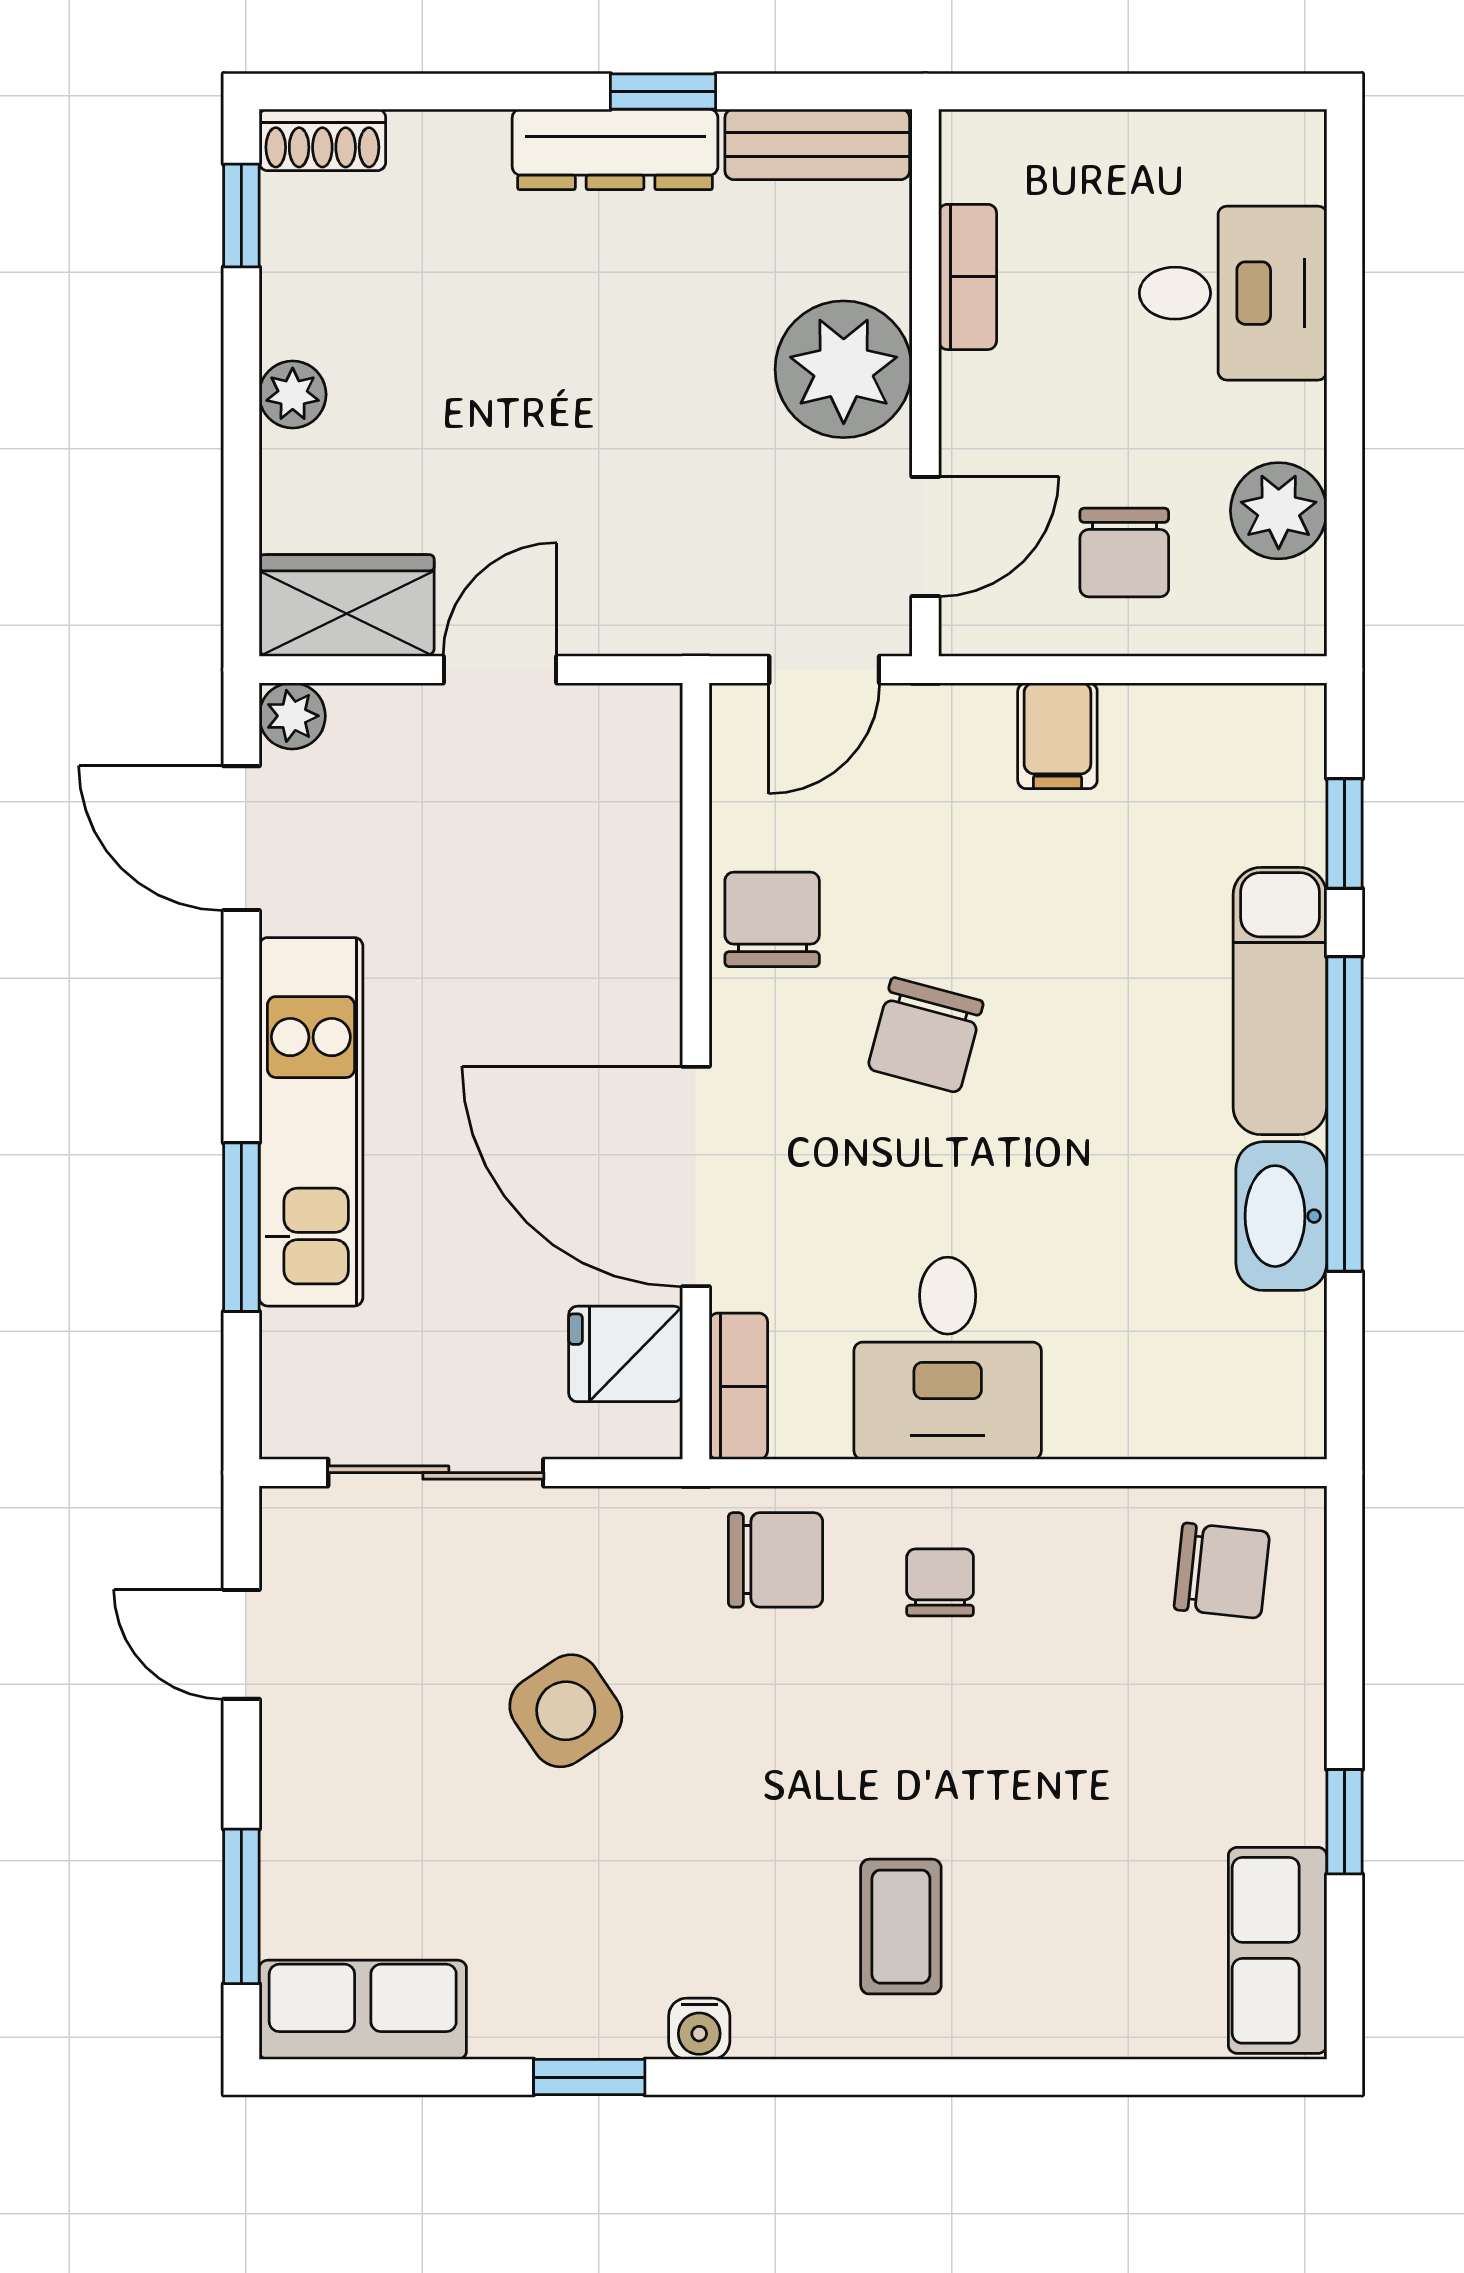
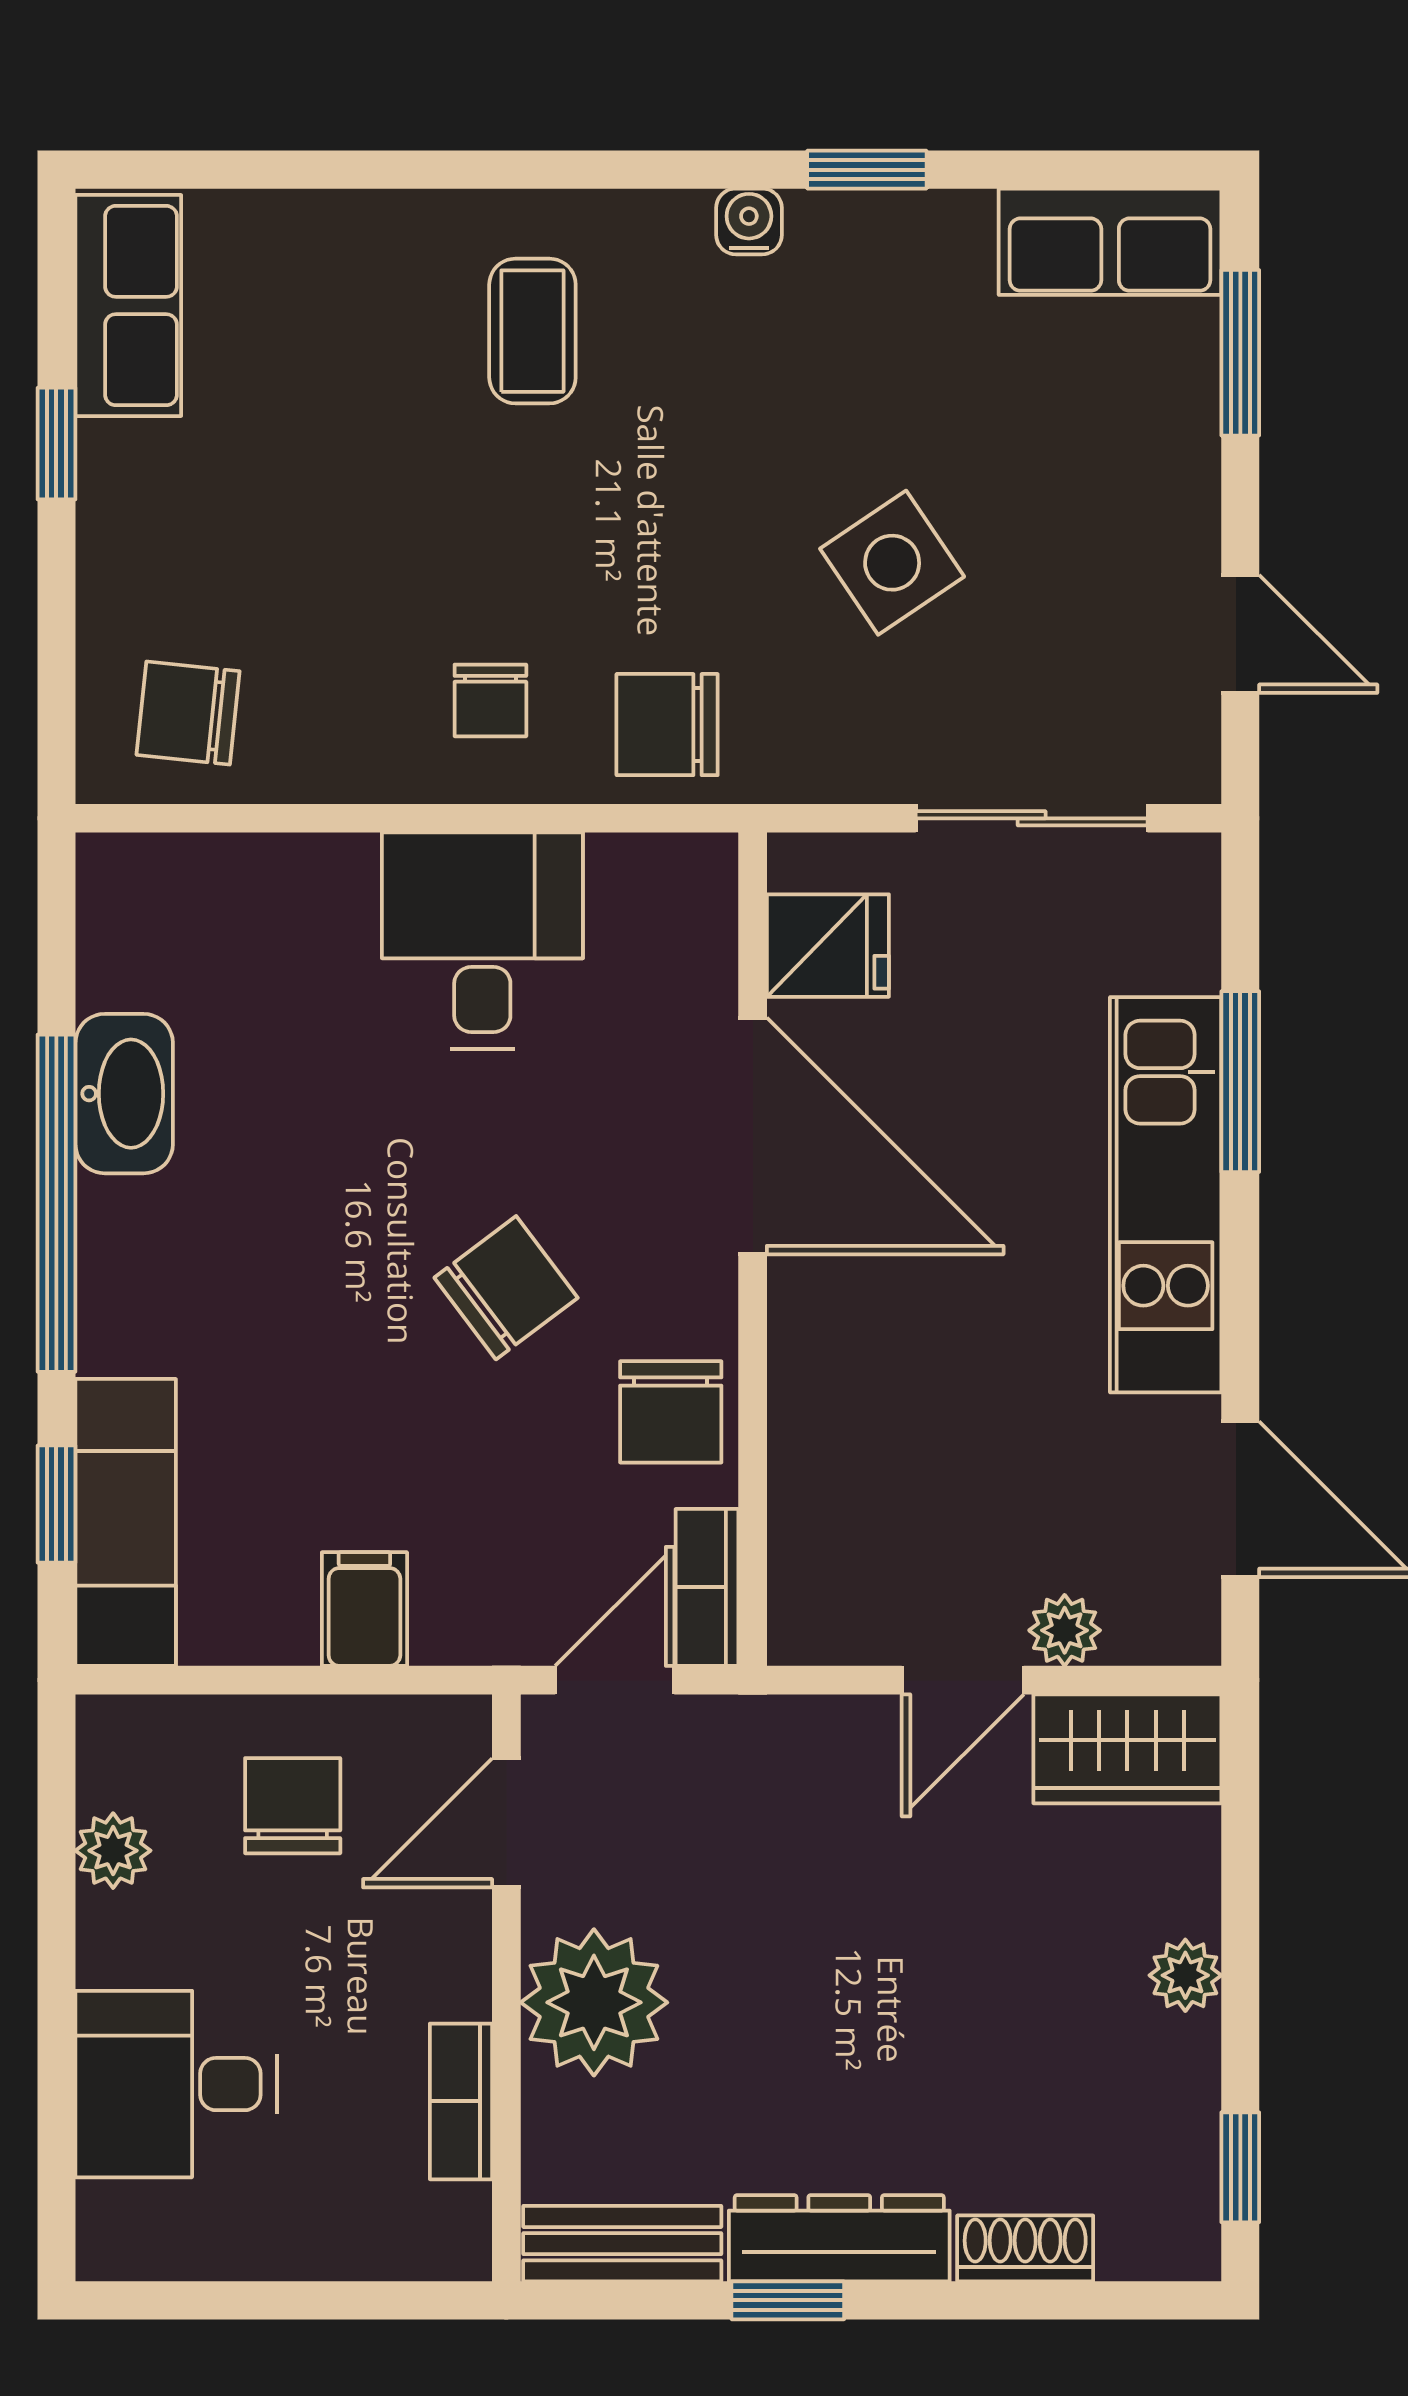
shoe rack: (322, 140) -> (1025, 2248), moved
plant: (1279, 511) -> (113, 1851), width x0.73, depth x0.73
plant: (292, 716) -> (1065, 1630), moved
exam couch: (1280, 1001) -> (126, 1522), moved
chair: (926, 1035) -> (506, 1288), turned 38
bookcase: (738, 1386) -> (707, 1587), moved

